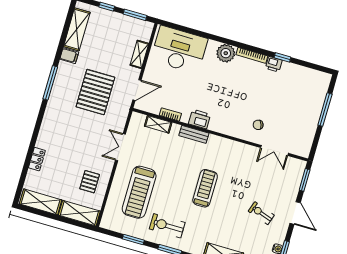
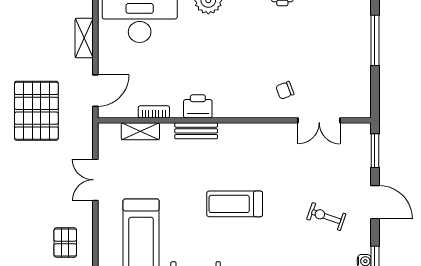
treadmill: (205, 188) -> (235, 204), turned -90

